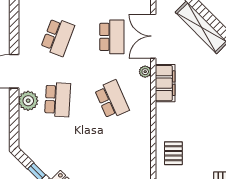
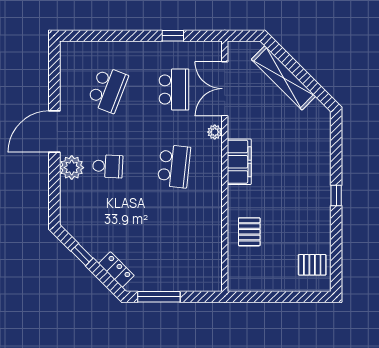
filing cabinet: (165, 83) -> (239, 162), moved
school desk: (58, 100) -> (108, 166), width x0.54
school desk: (112, 100) -> (174, 166), turned 30

